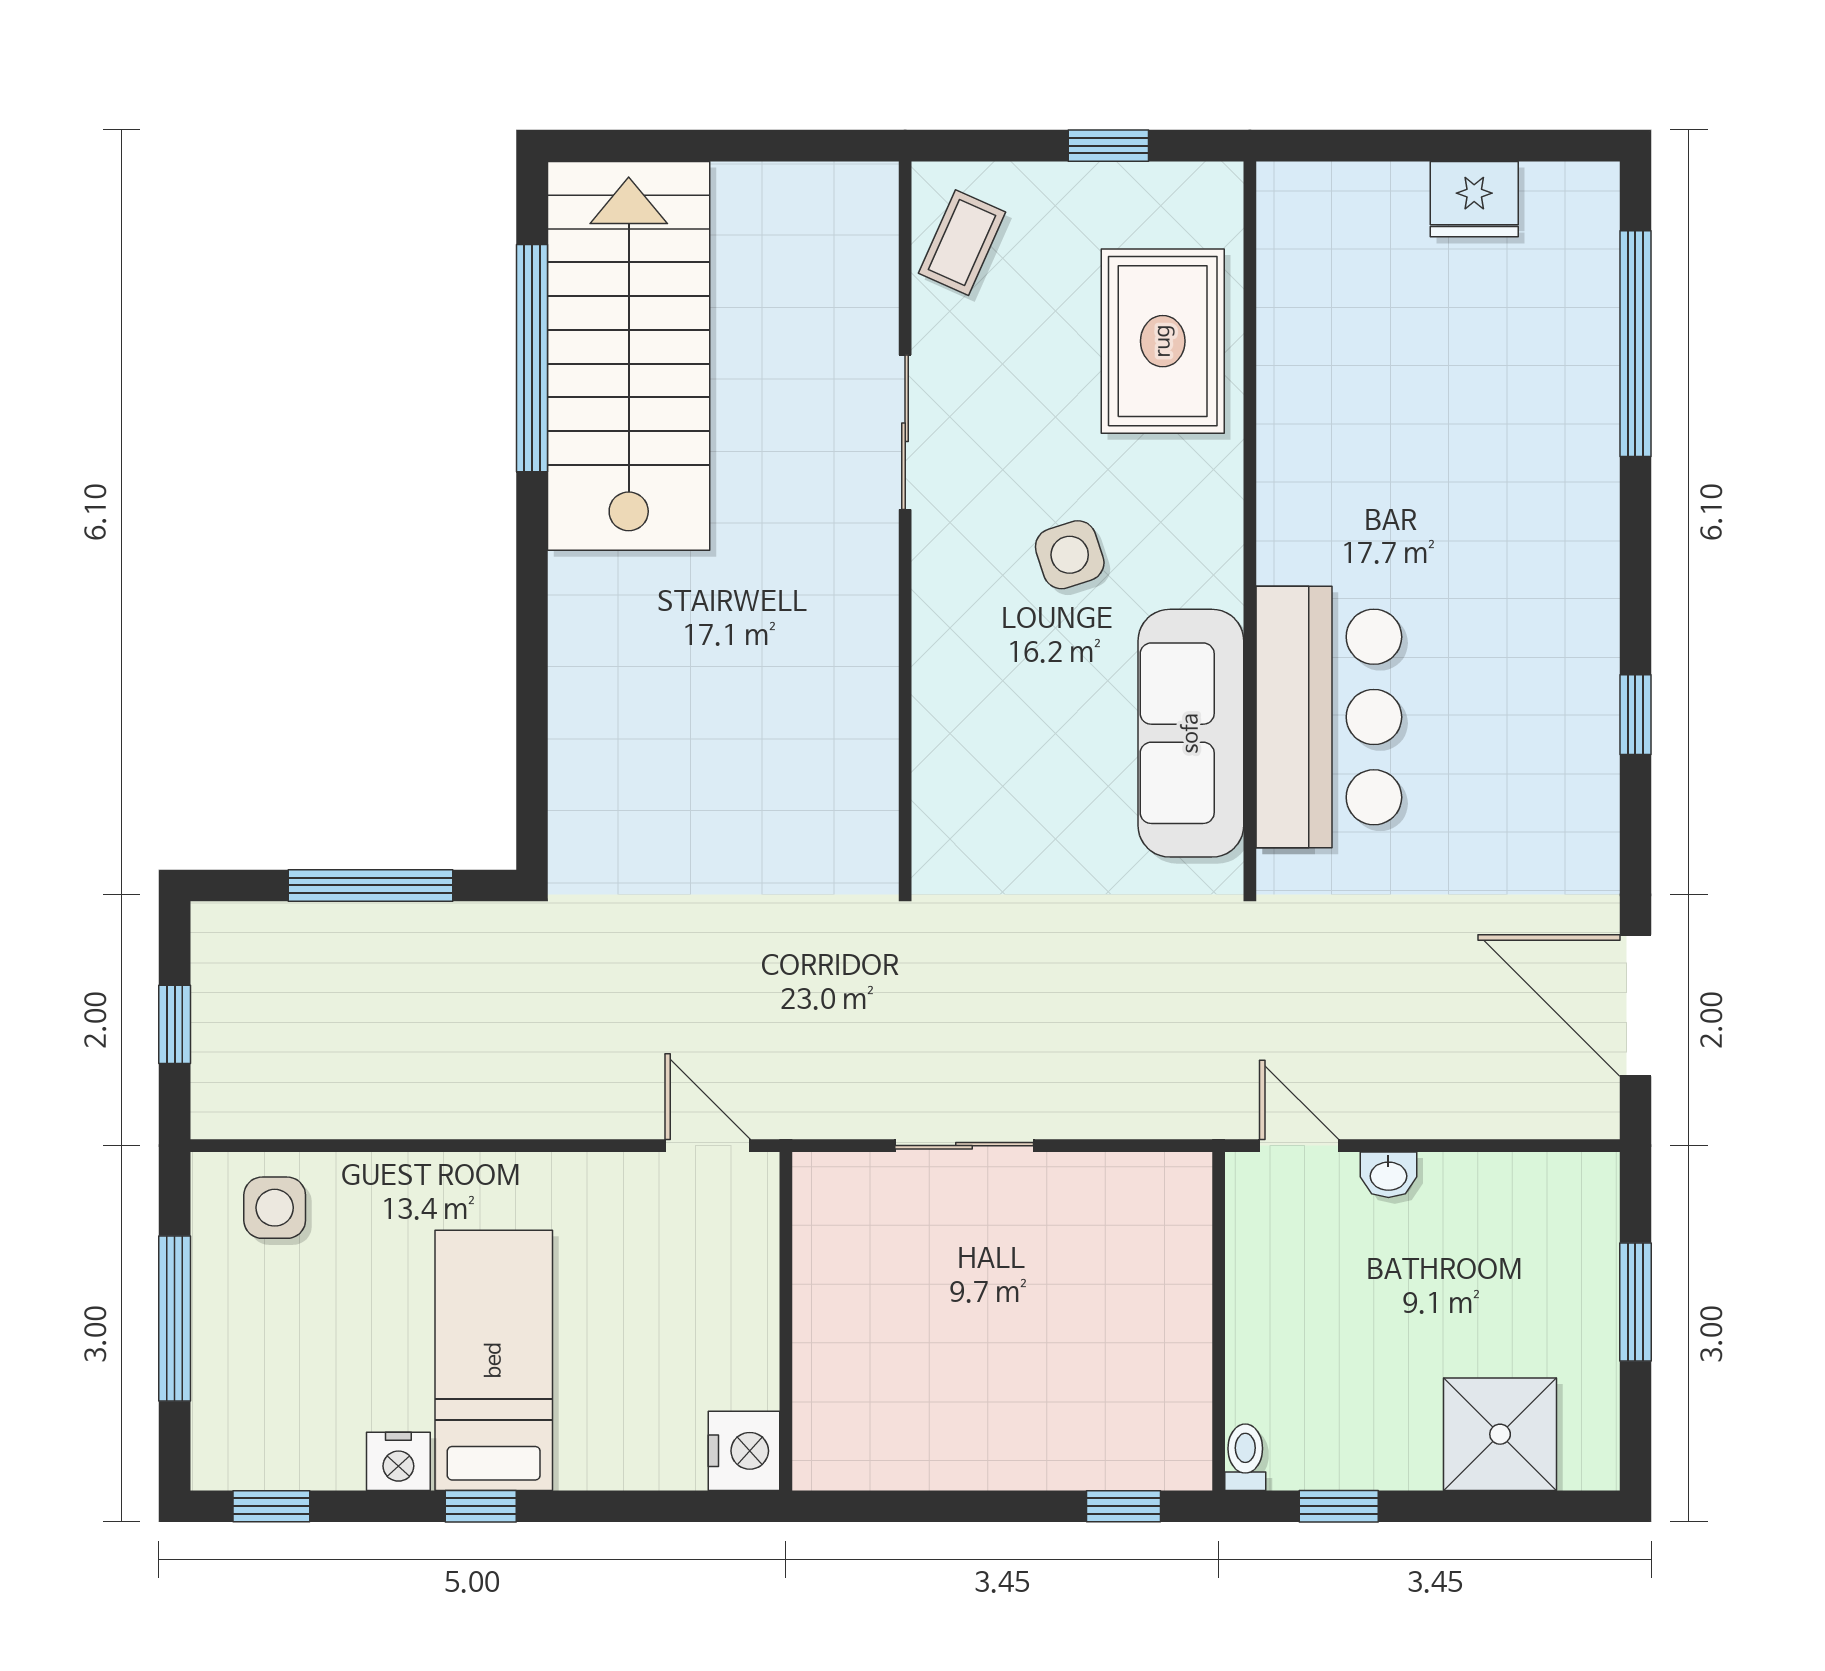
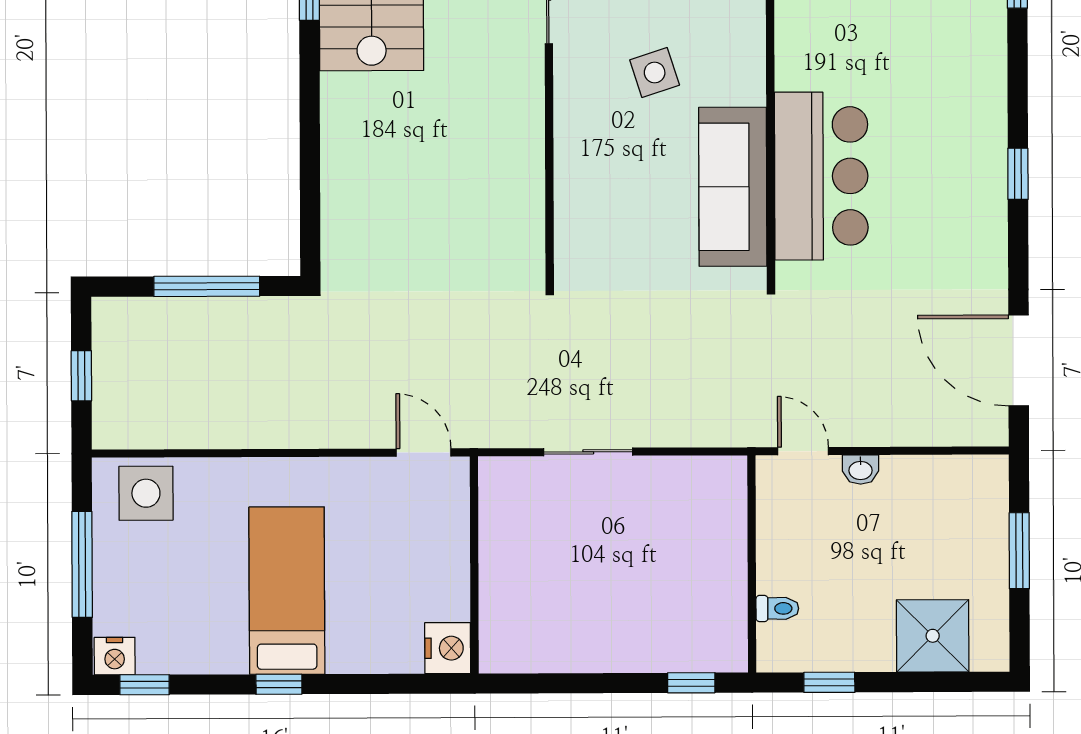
side table: (275, 1208) -> (146, 493), width x1.37, depth x1.37
toilet: (1245, 1457) -> (777, 608), moved, turned 90
nightstand: (398, 1461) -> (115, 656), moved

